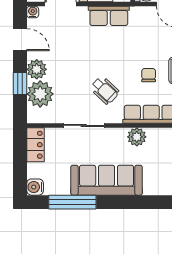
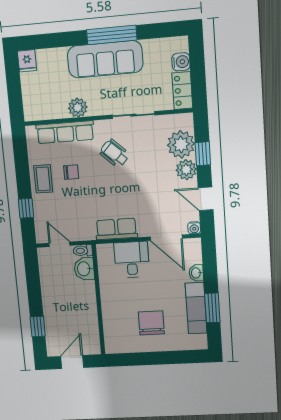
chair: (149, 75) -> (71, 172), turned -90
water cooler: (35, 187) -> (181, 62), moved
window: (72, 202) -> (112, 35), moved

